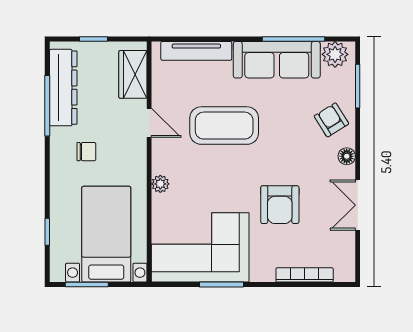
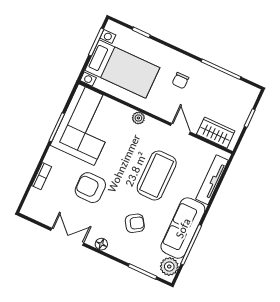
dresser: (63, 88) -> (228, 85), removed
armchair: (331, 120) -> (135, 223), moved
door: (149, 123) -> (180, 129), swing flipped
bookcase: (305, 275) -> (42, 176), width x0.64

